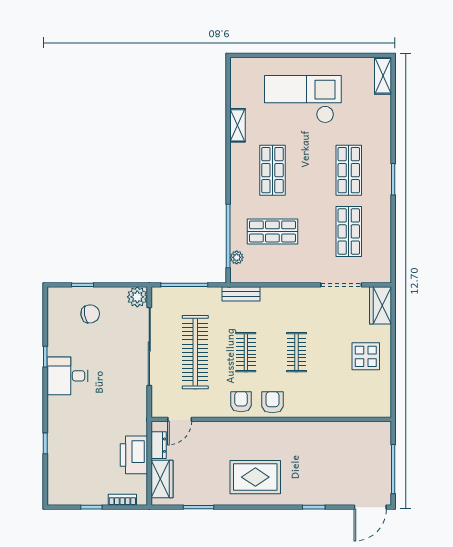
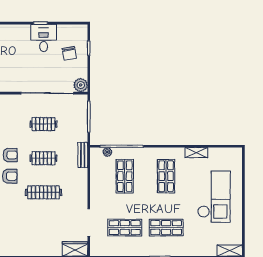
shop shelf: (272, 170) -> (166, 176), turned 90
clothes rail: (195, 352) -> (43, 124), width x0.54, depth x0.76
clothes rail: (296, 352) -> (43, 192), width x1.36
display table: (366, 356) -> (41, 239), removed
desk: (67, 376) -> (44, 38), moved

